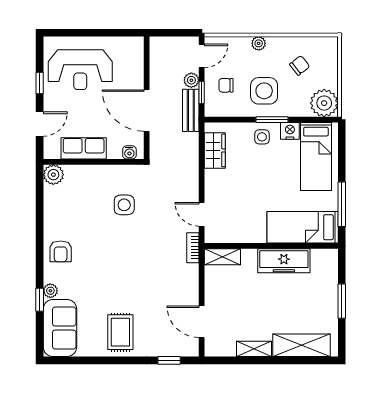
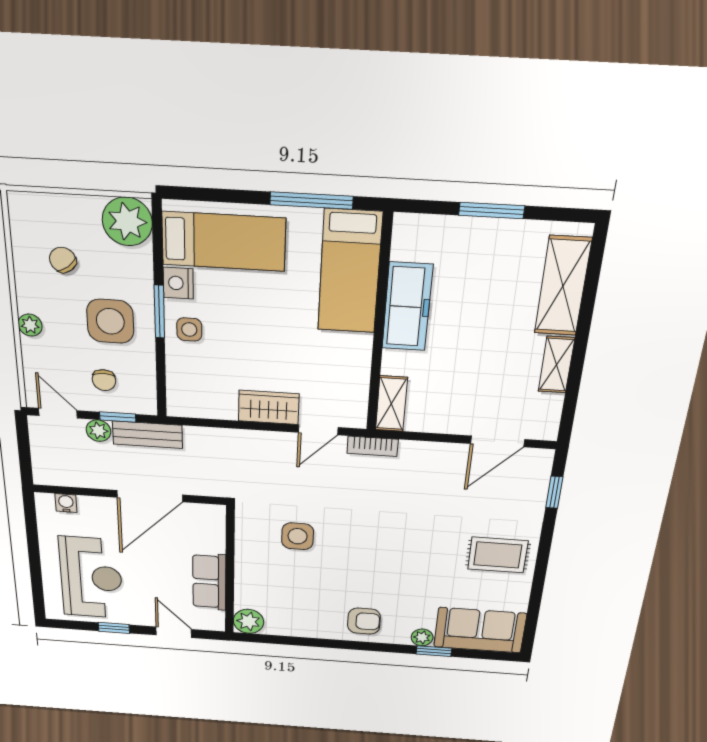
wardrobe: (215, 150) -> (269, 407), moved
water cooler: (129, 152) -> (66, 503), moved, turned -90

